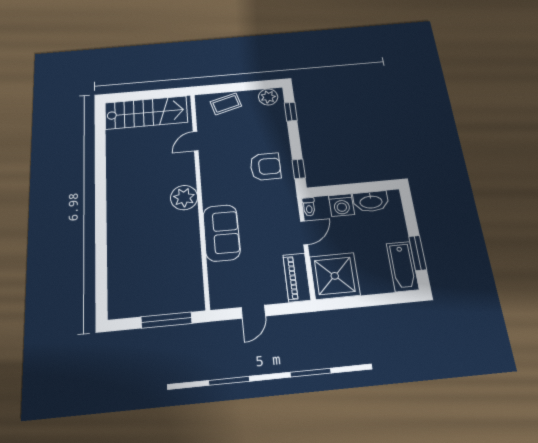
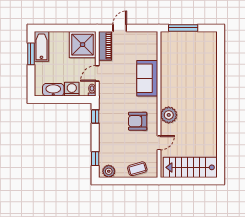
armchair: (265, 167) -> (138, 121), moved
plant: (184, 198) -> (169, 115), moved
door: (253, 312) -> (120, 28), moved

